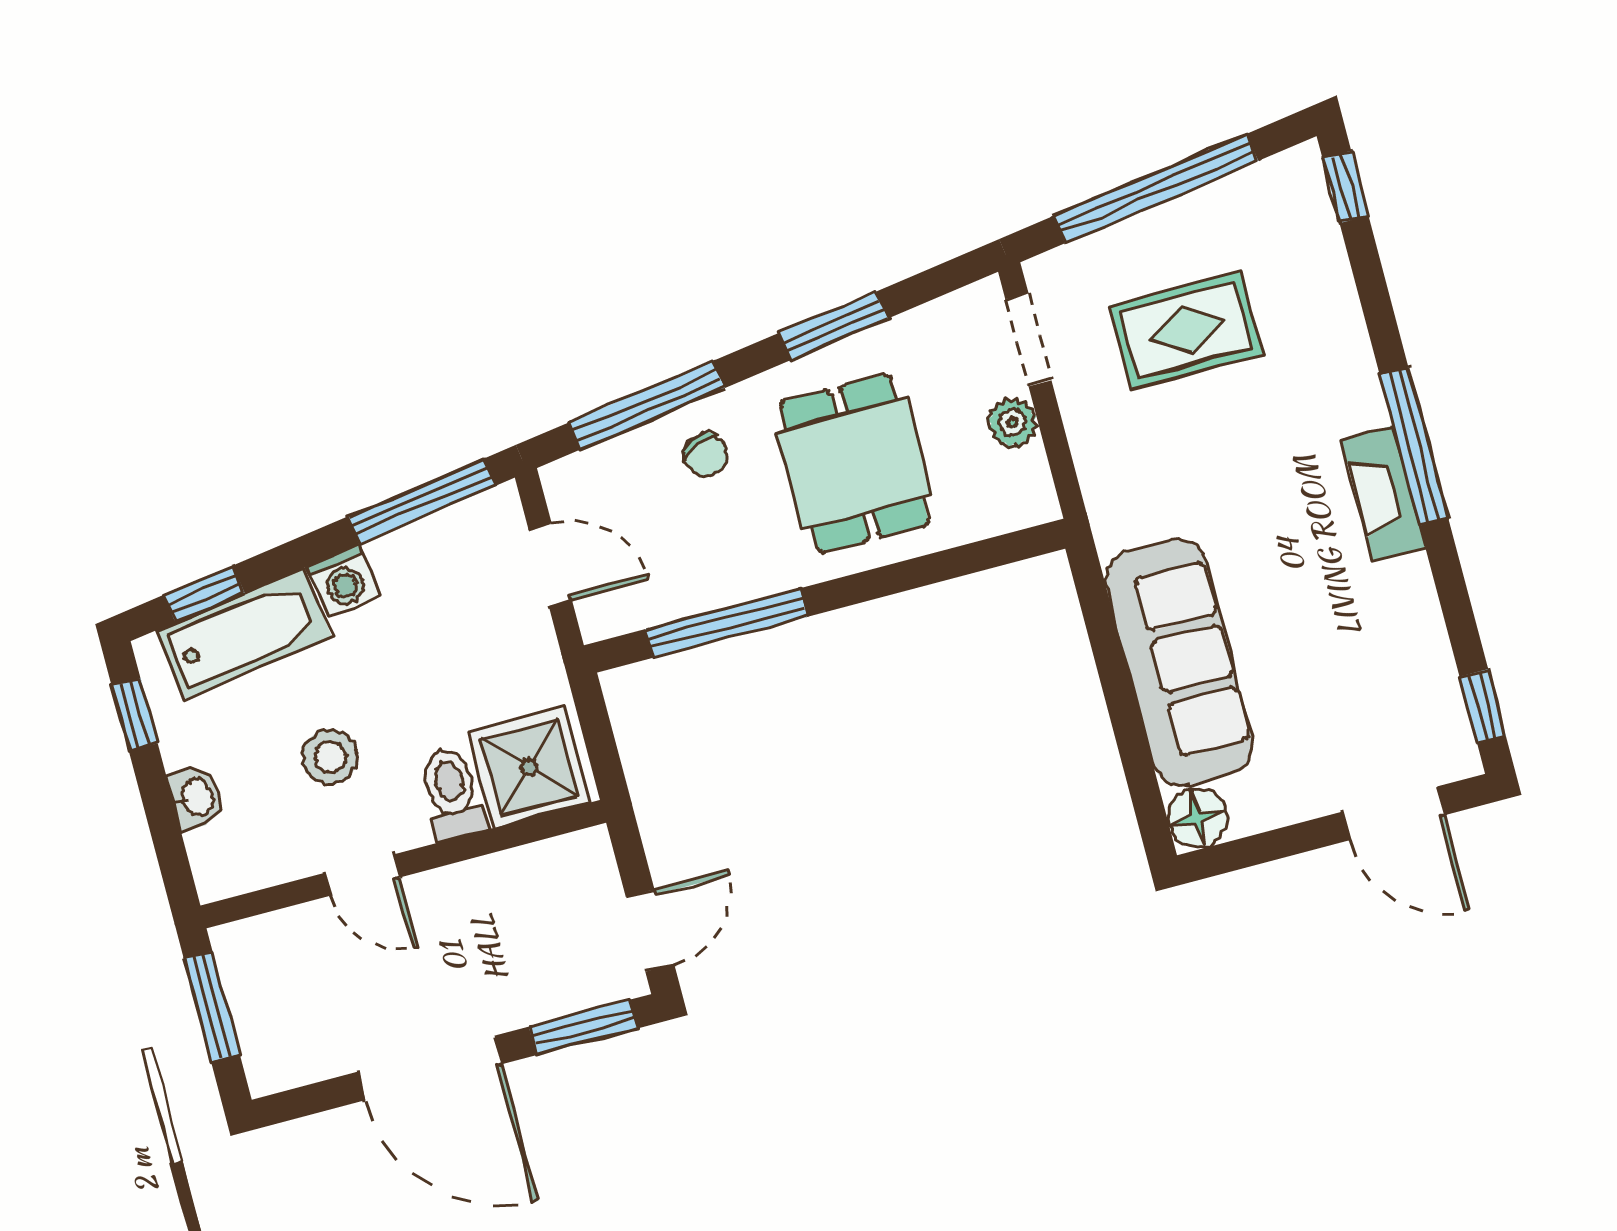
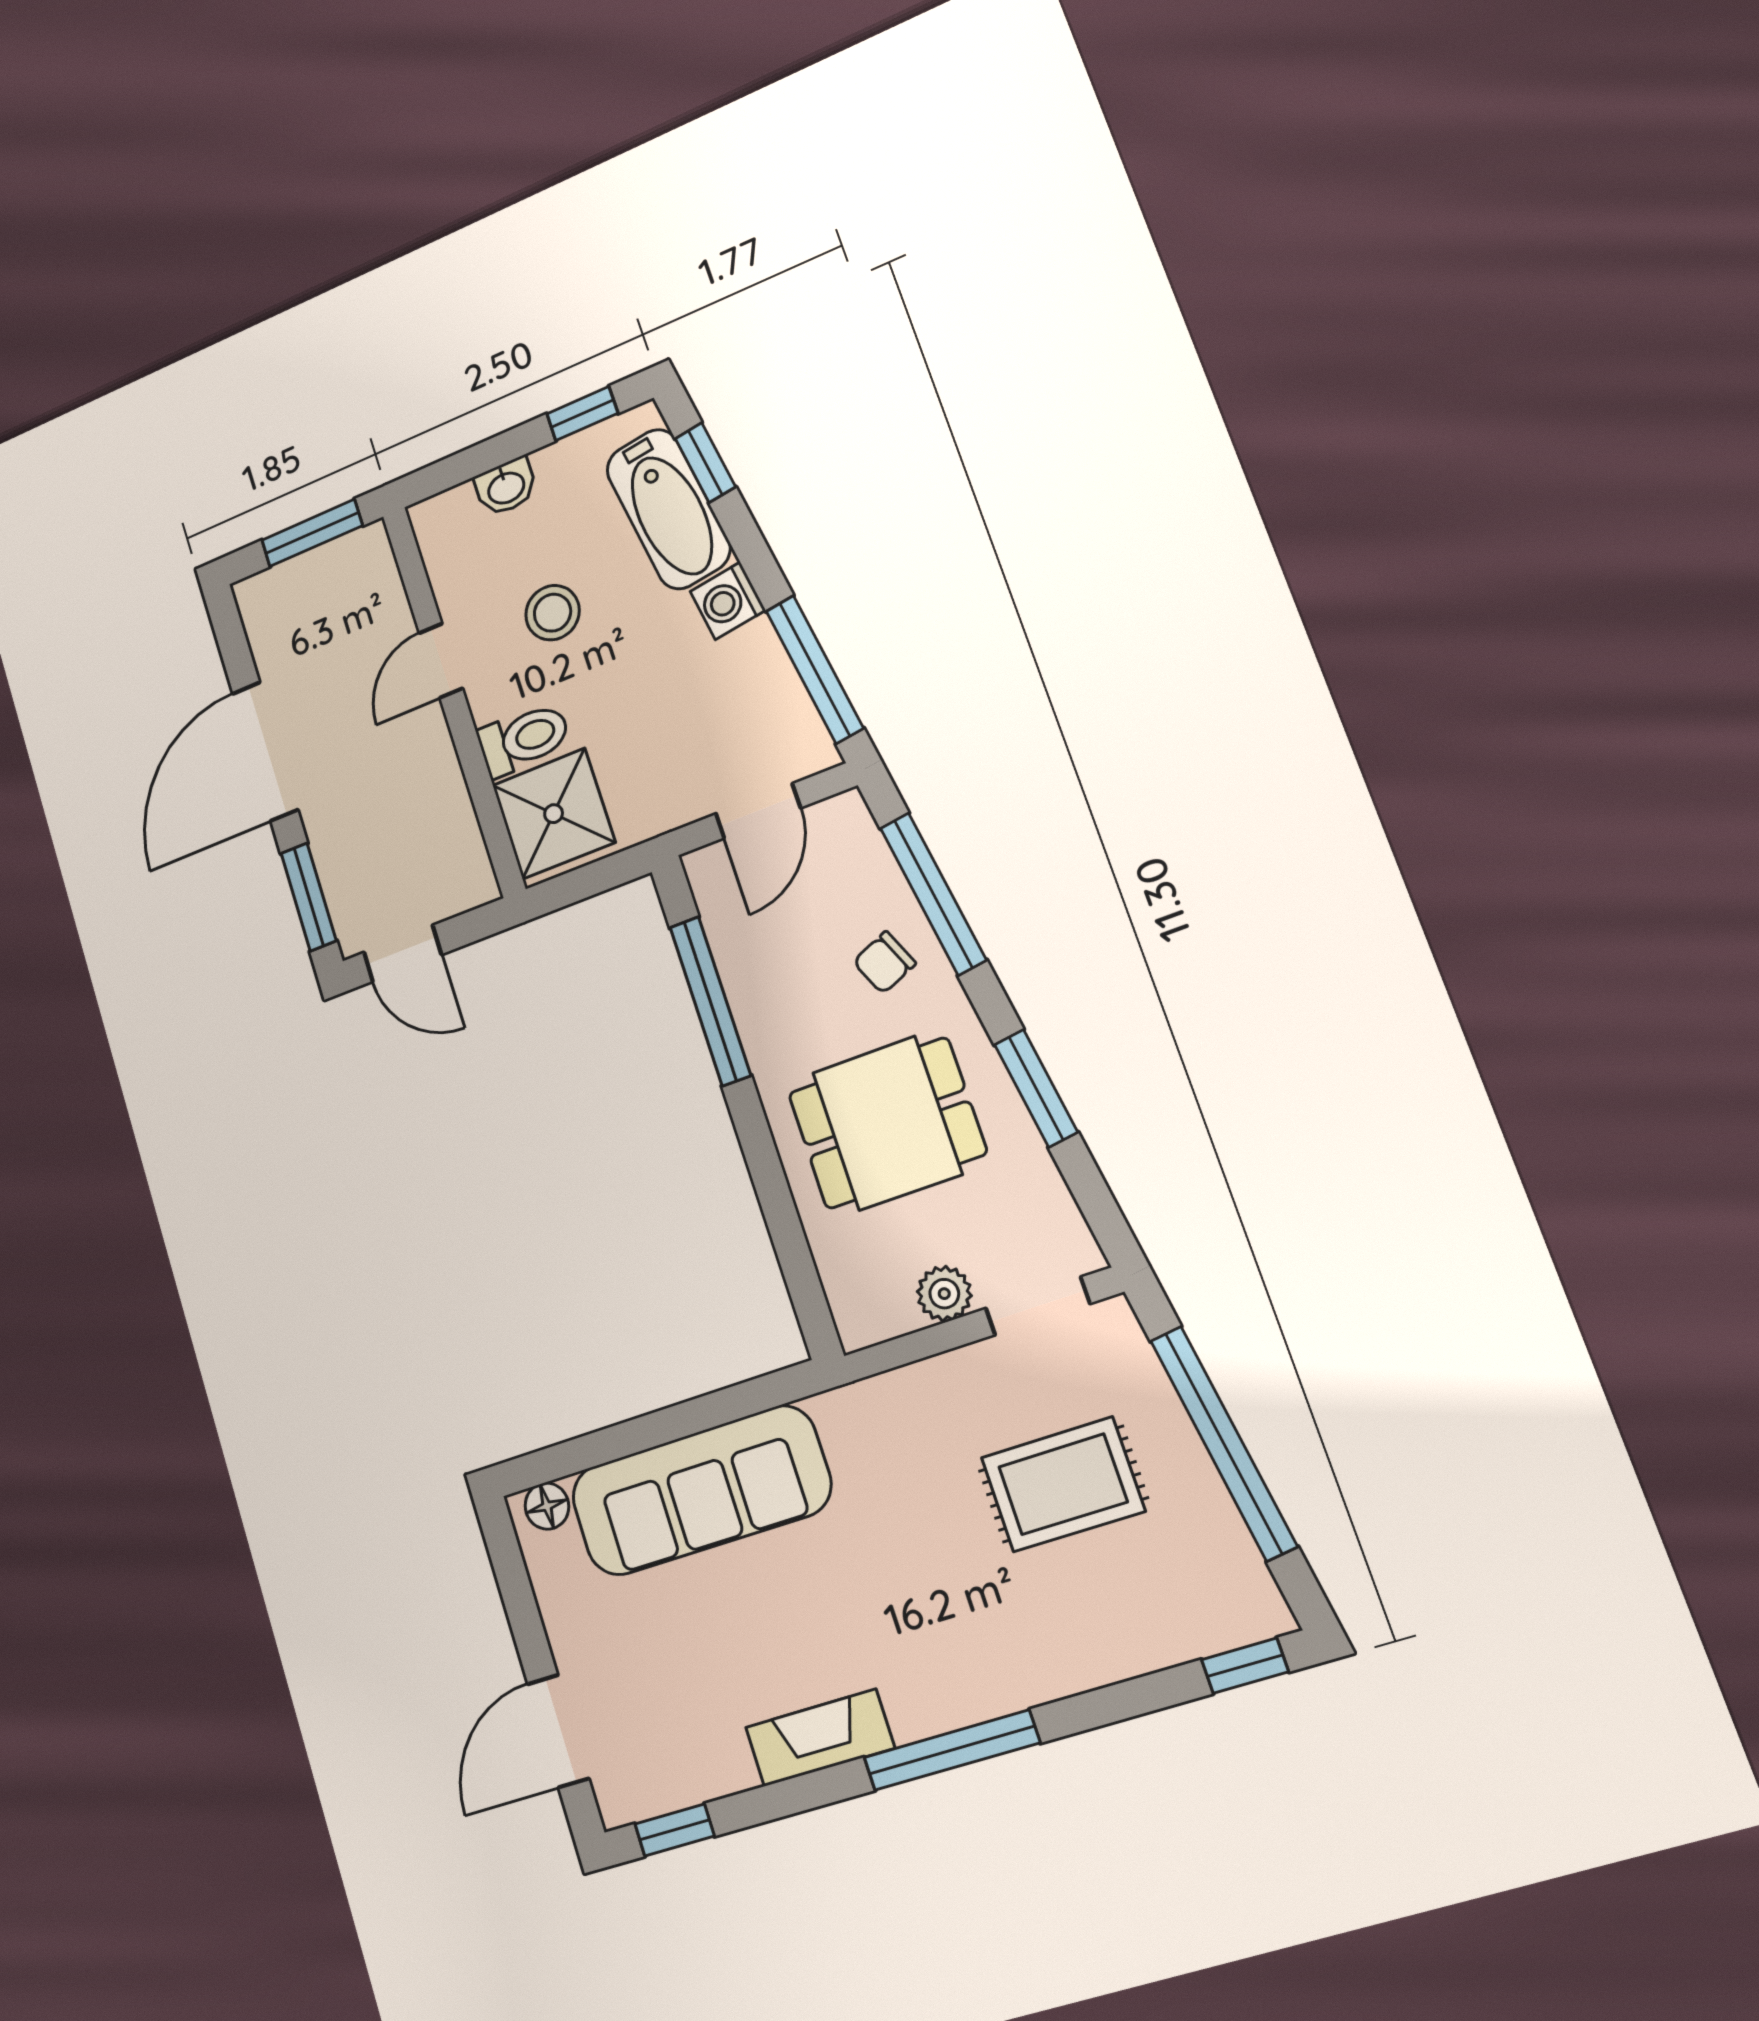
rug: (1186, 330) -> (1063, 1484), turned 90
fireplace: (1383, 494) -> (820, 1738), moved
floor lamp: (1197, 818) -> (547, 1506), width x0.73, depth x0.73

